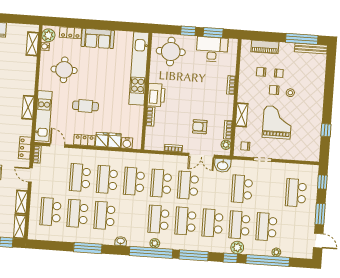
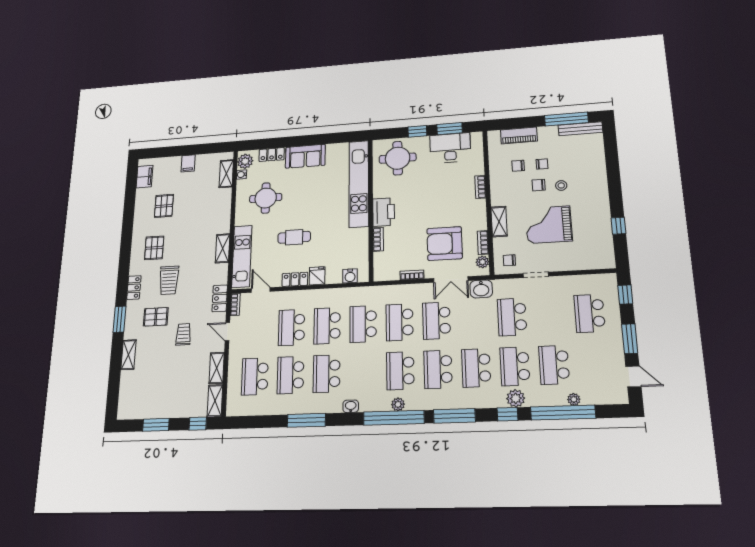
grand piano: (277, 122) -> (549, 225), turned -90
armchair: (200, 127) -> (445, 243), width x1.88, depth x1.88
fridge: (115, 140) -> (334, 275), removed

